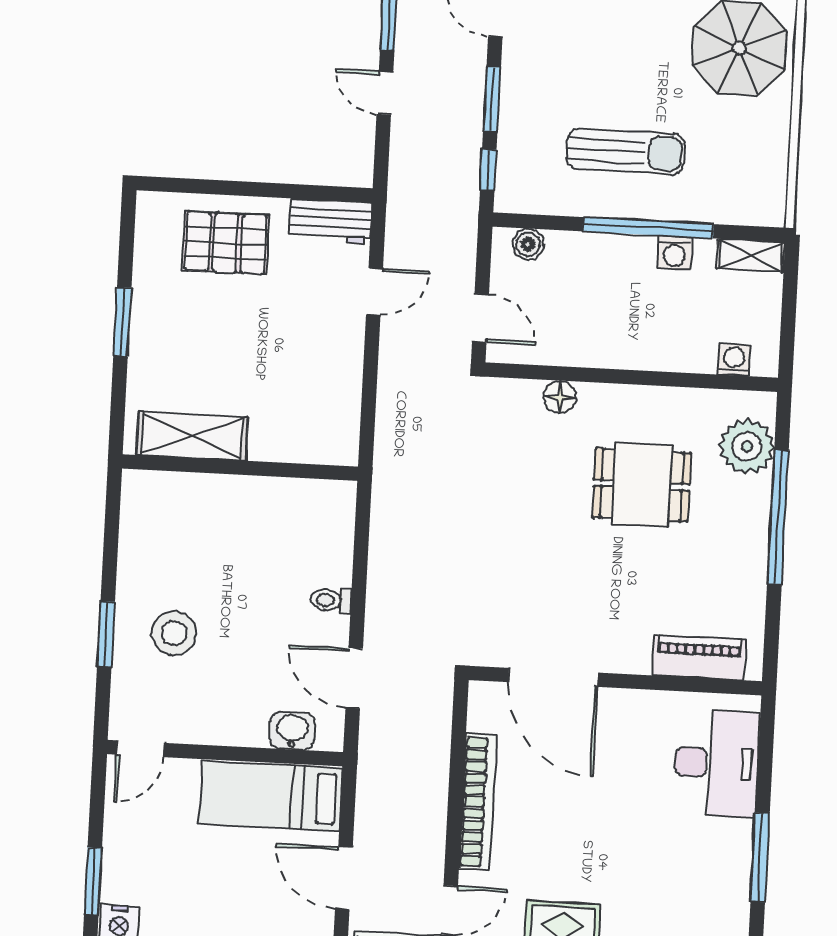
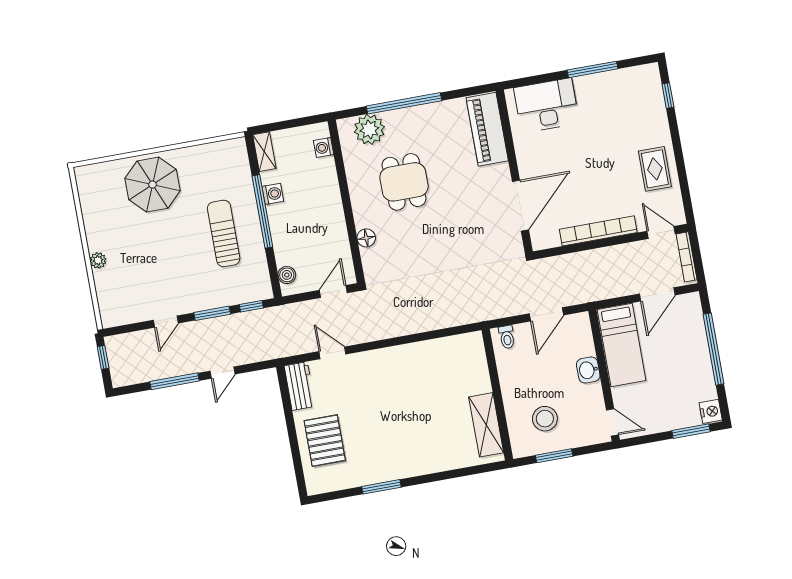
shelving: (192, 436) -> (486, 425), moved
wall: (240, 468) -> (497, 395), moved
piano: (699, 657) -> (487, 129), width x1.37, depth x1.33
washbasin: (292, 731) -> (588, 370), moved

